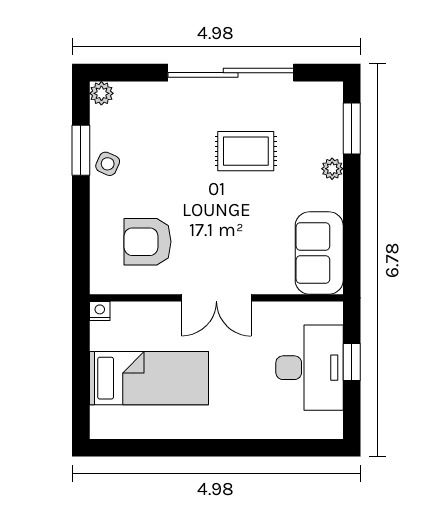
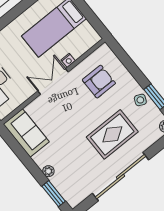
rug: (246, 151) -> (112, 134), moved, width x1.36, depth x1.43
nightstand: (100, 311) -> (68, 60), moved

